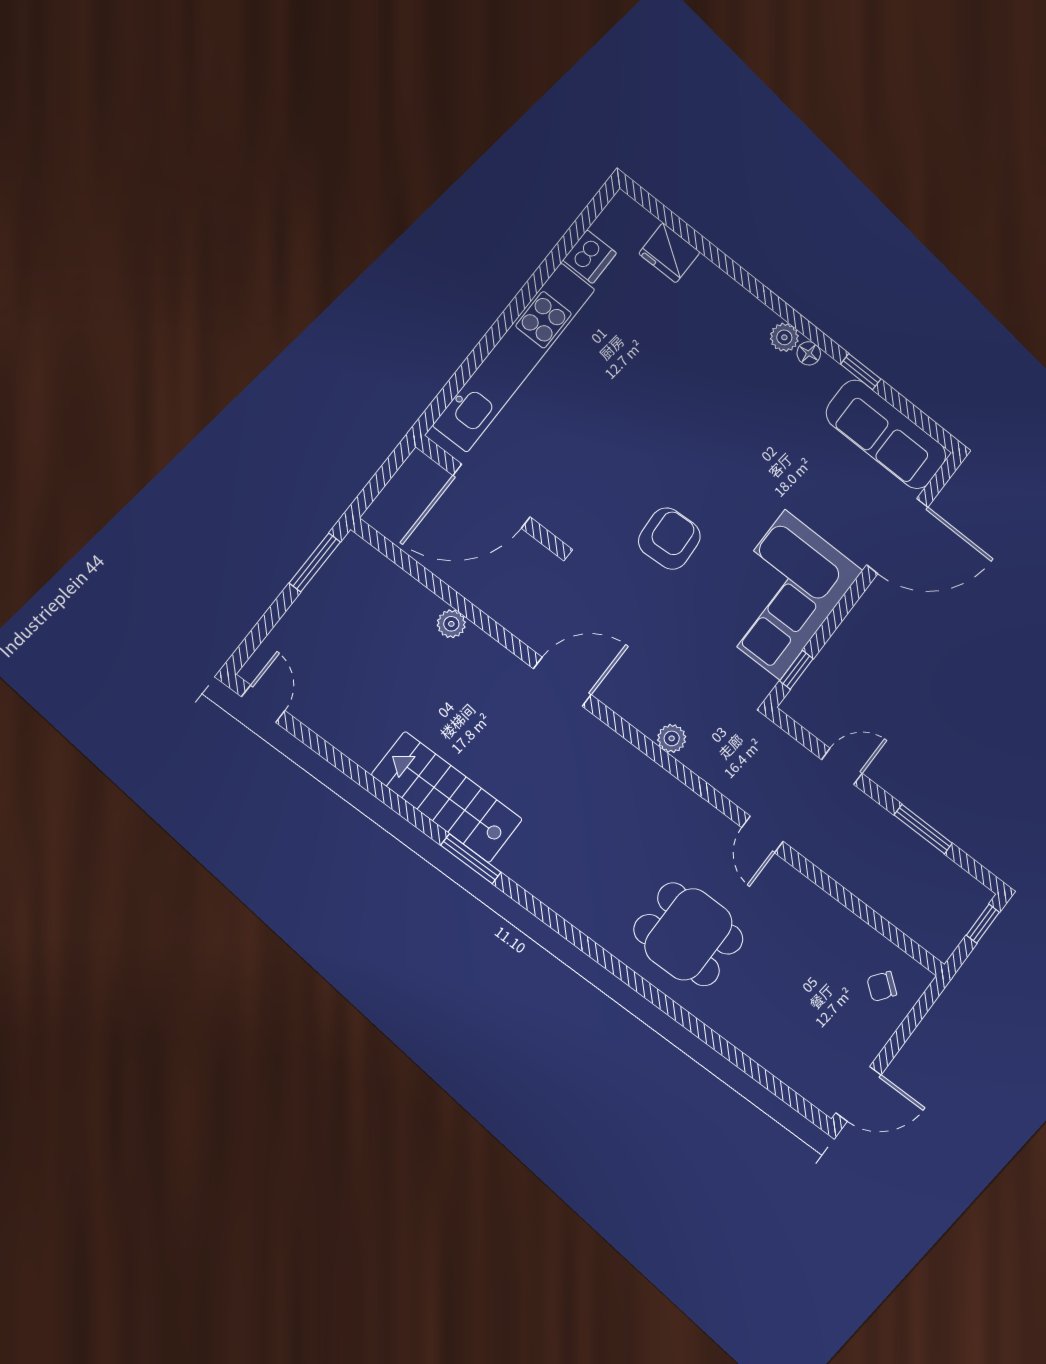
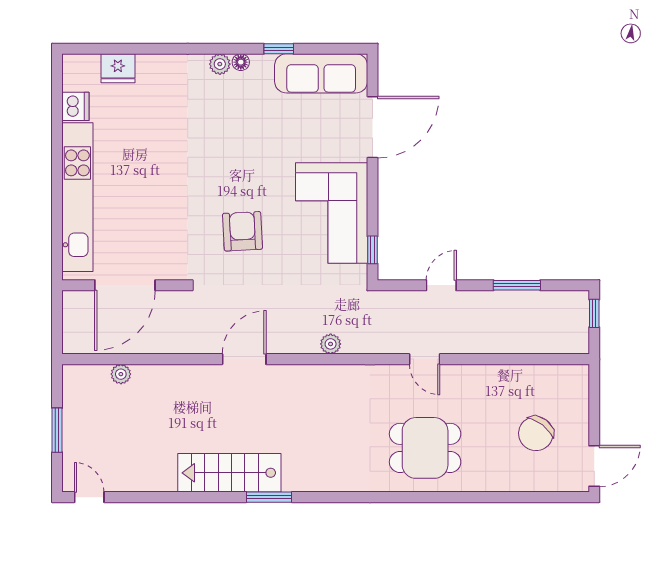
window: (315, 562) -> (57, 430), moved
plant: (451, 624) -> (121, 374), moved
chair: (882, 986) -> (536, 434), moved, width x1.87, depth x1.87

